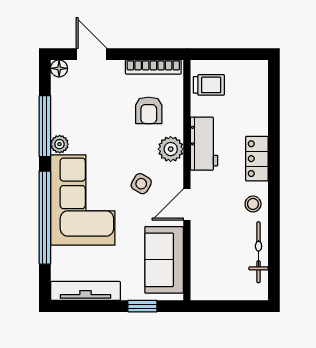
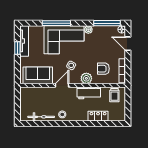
door: (91, 54) -> (128, 44), swing flipped
window: (45, 126) -> (107, 23), moved
locker: (257, 159) -> (98, 116), moved
door: (187, 205) -> (62, 85), hinge flipped
window: (45, 218) -> (56, 23), width x0.68
window: (142, 306) -> (17, 48), moved

